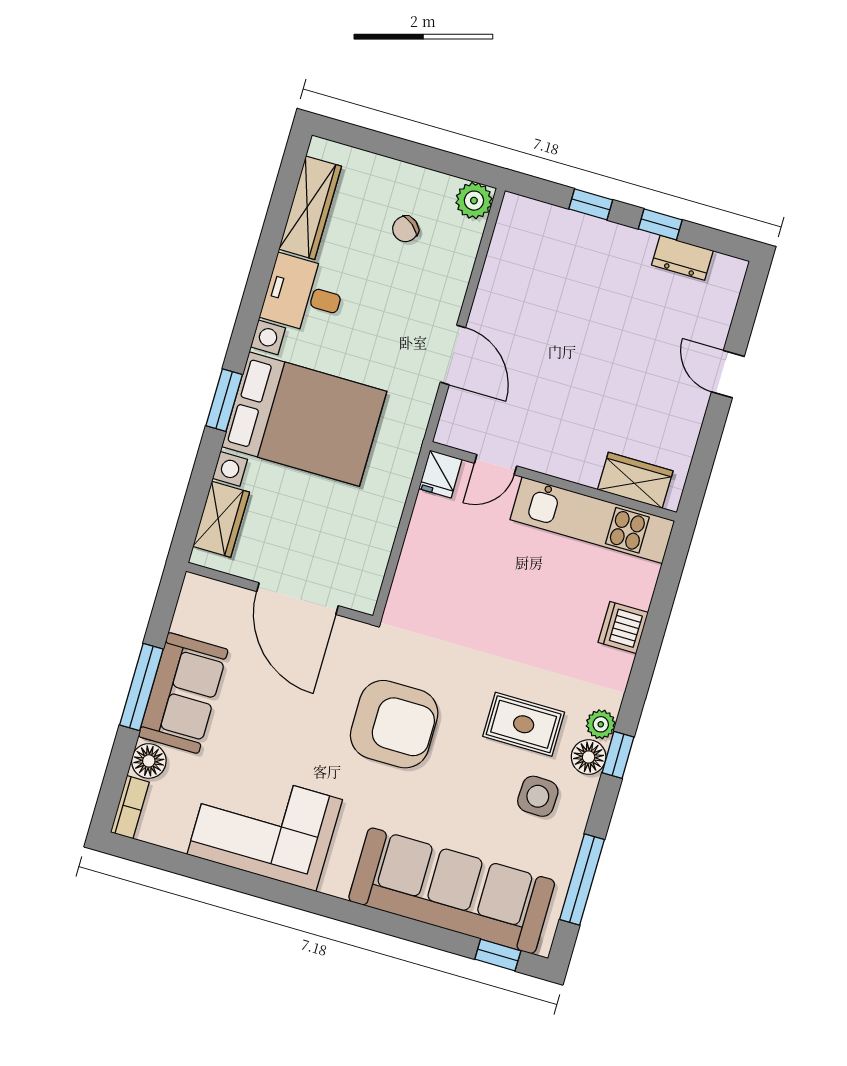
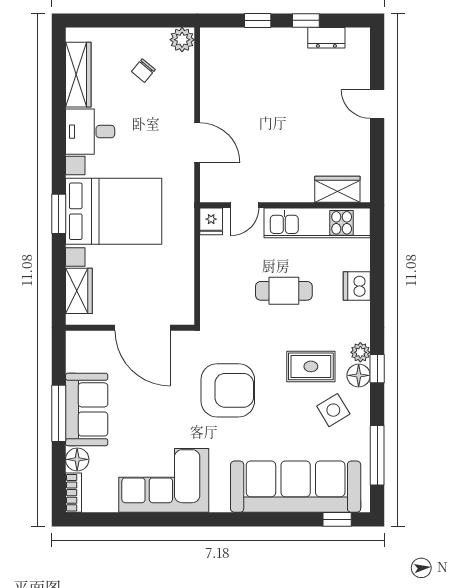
cafe table: (516, 604) -> (284, 291), added
side table: (538, 796) -> (333, 410), turned -33

